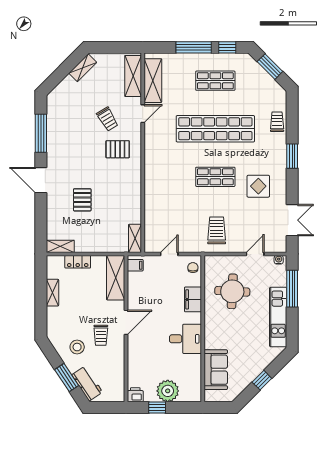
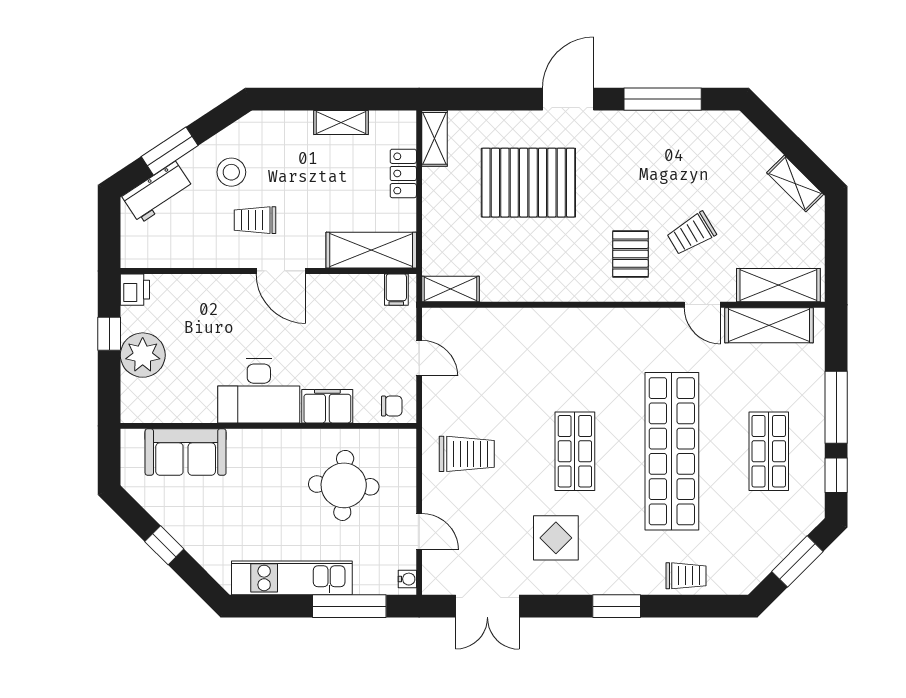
pallet: (82, 200) -> (528, 183), width x2.05, depth x2.00
desk: (185, 339) -> (259, 391), width x1.37

